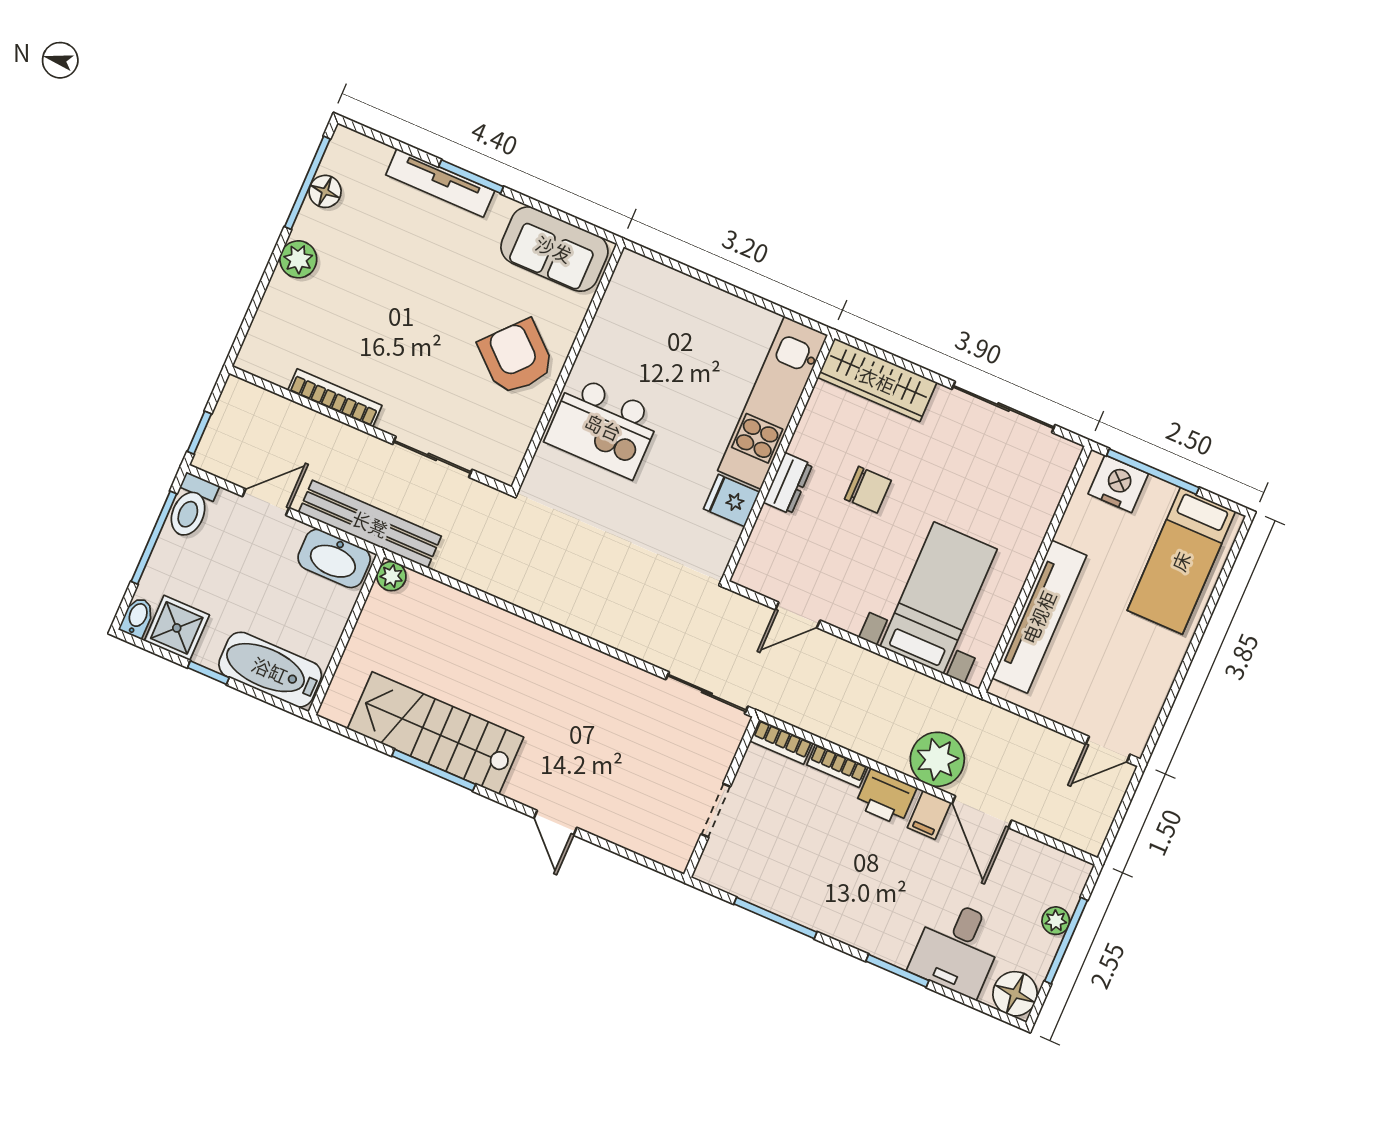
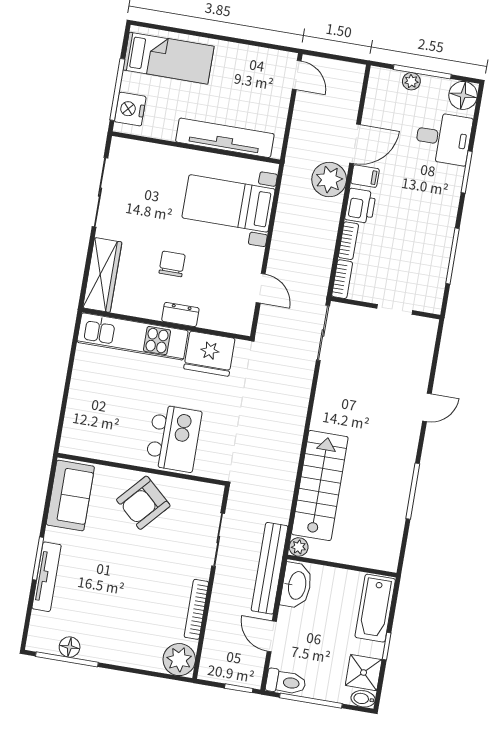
plant: (298, 259) -> (179, 660), moved, width x1.36, depth x1.36
fridge: (732, 501) -> (209, 354), width x1.88, depth x1.34
stairs: (436, 733) -> (320, 486), moved, turned 180

